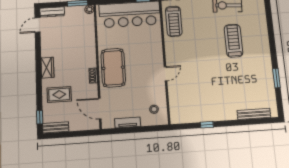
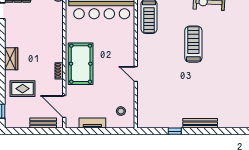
treadmill: (233, 41) -> (193, 44), moved
door: (166, 74) -> (136, 74), swing flipped
bench: (254, 114) -> (200, 123), moved
bench: (56, 127) -> (43, 123), moved

